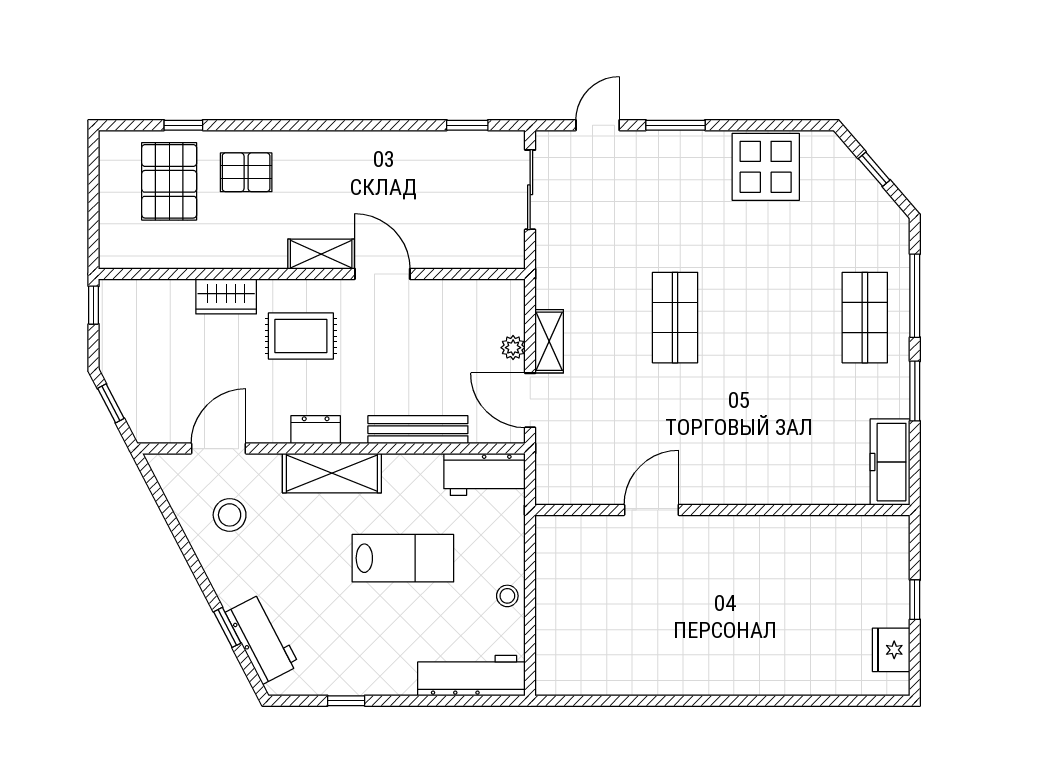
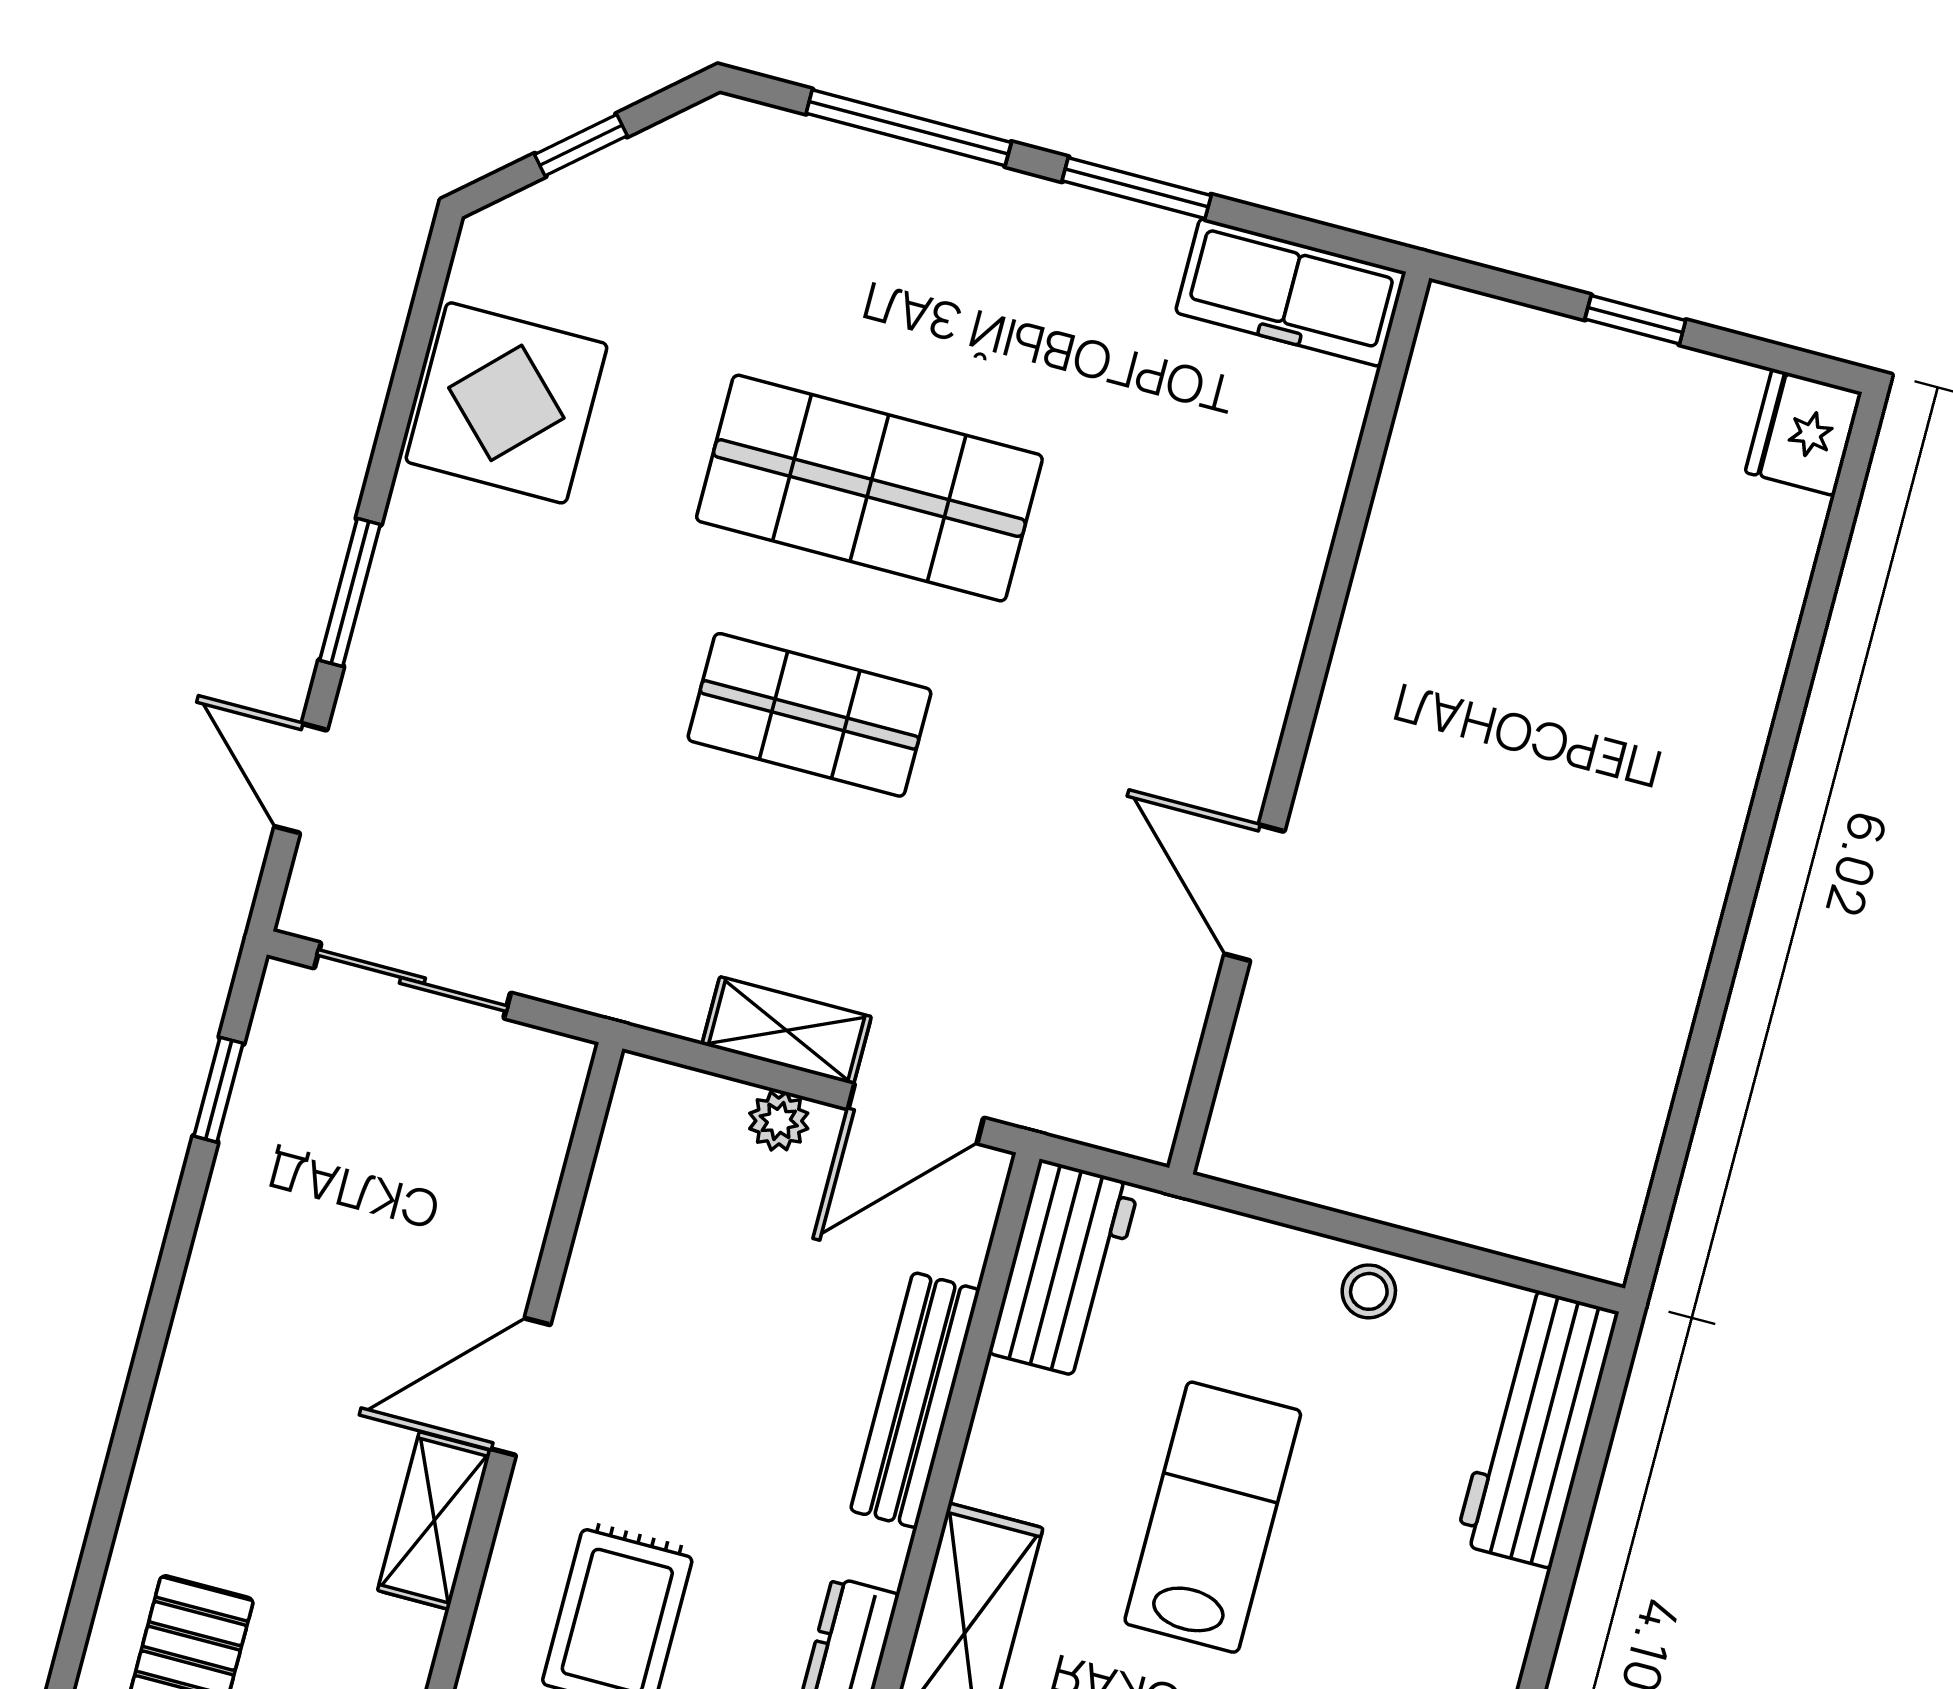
shop shelf: (865, 318) -> (869, 488), moved, width x1.43, depth x1.36
fridge: (891, 650) -> (1803, 432), moved, turned 90

